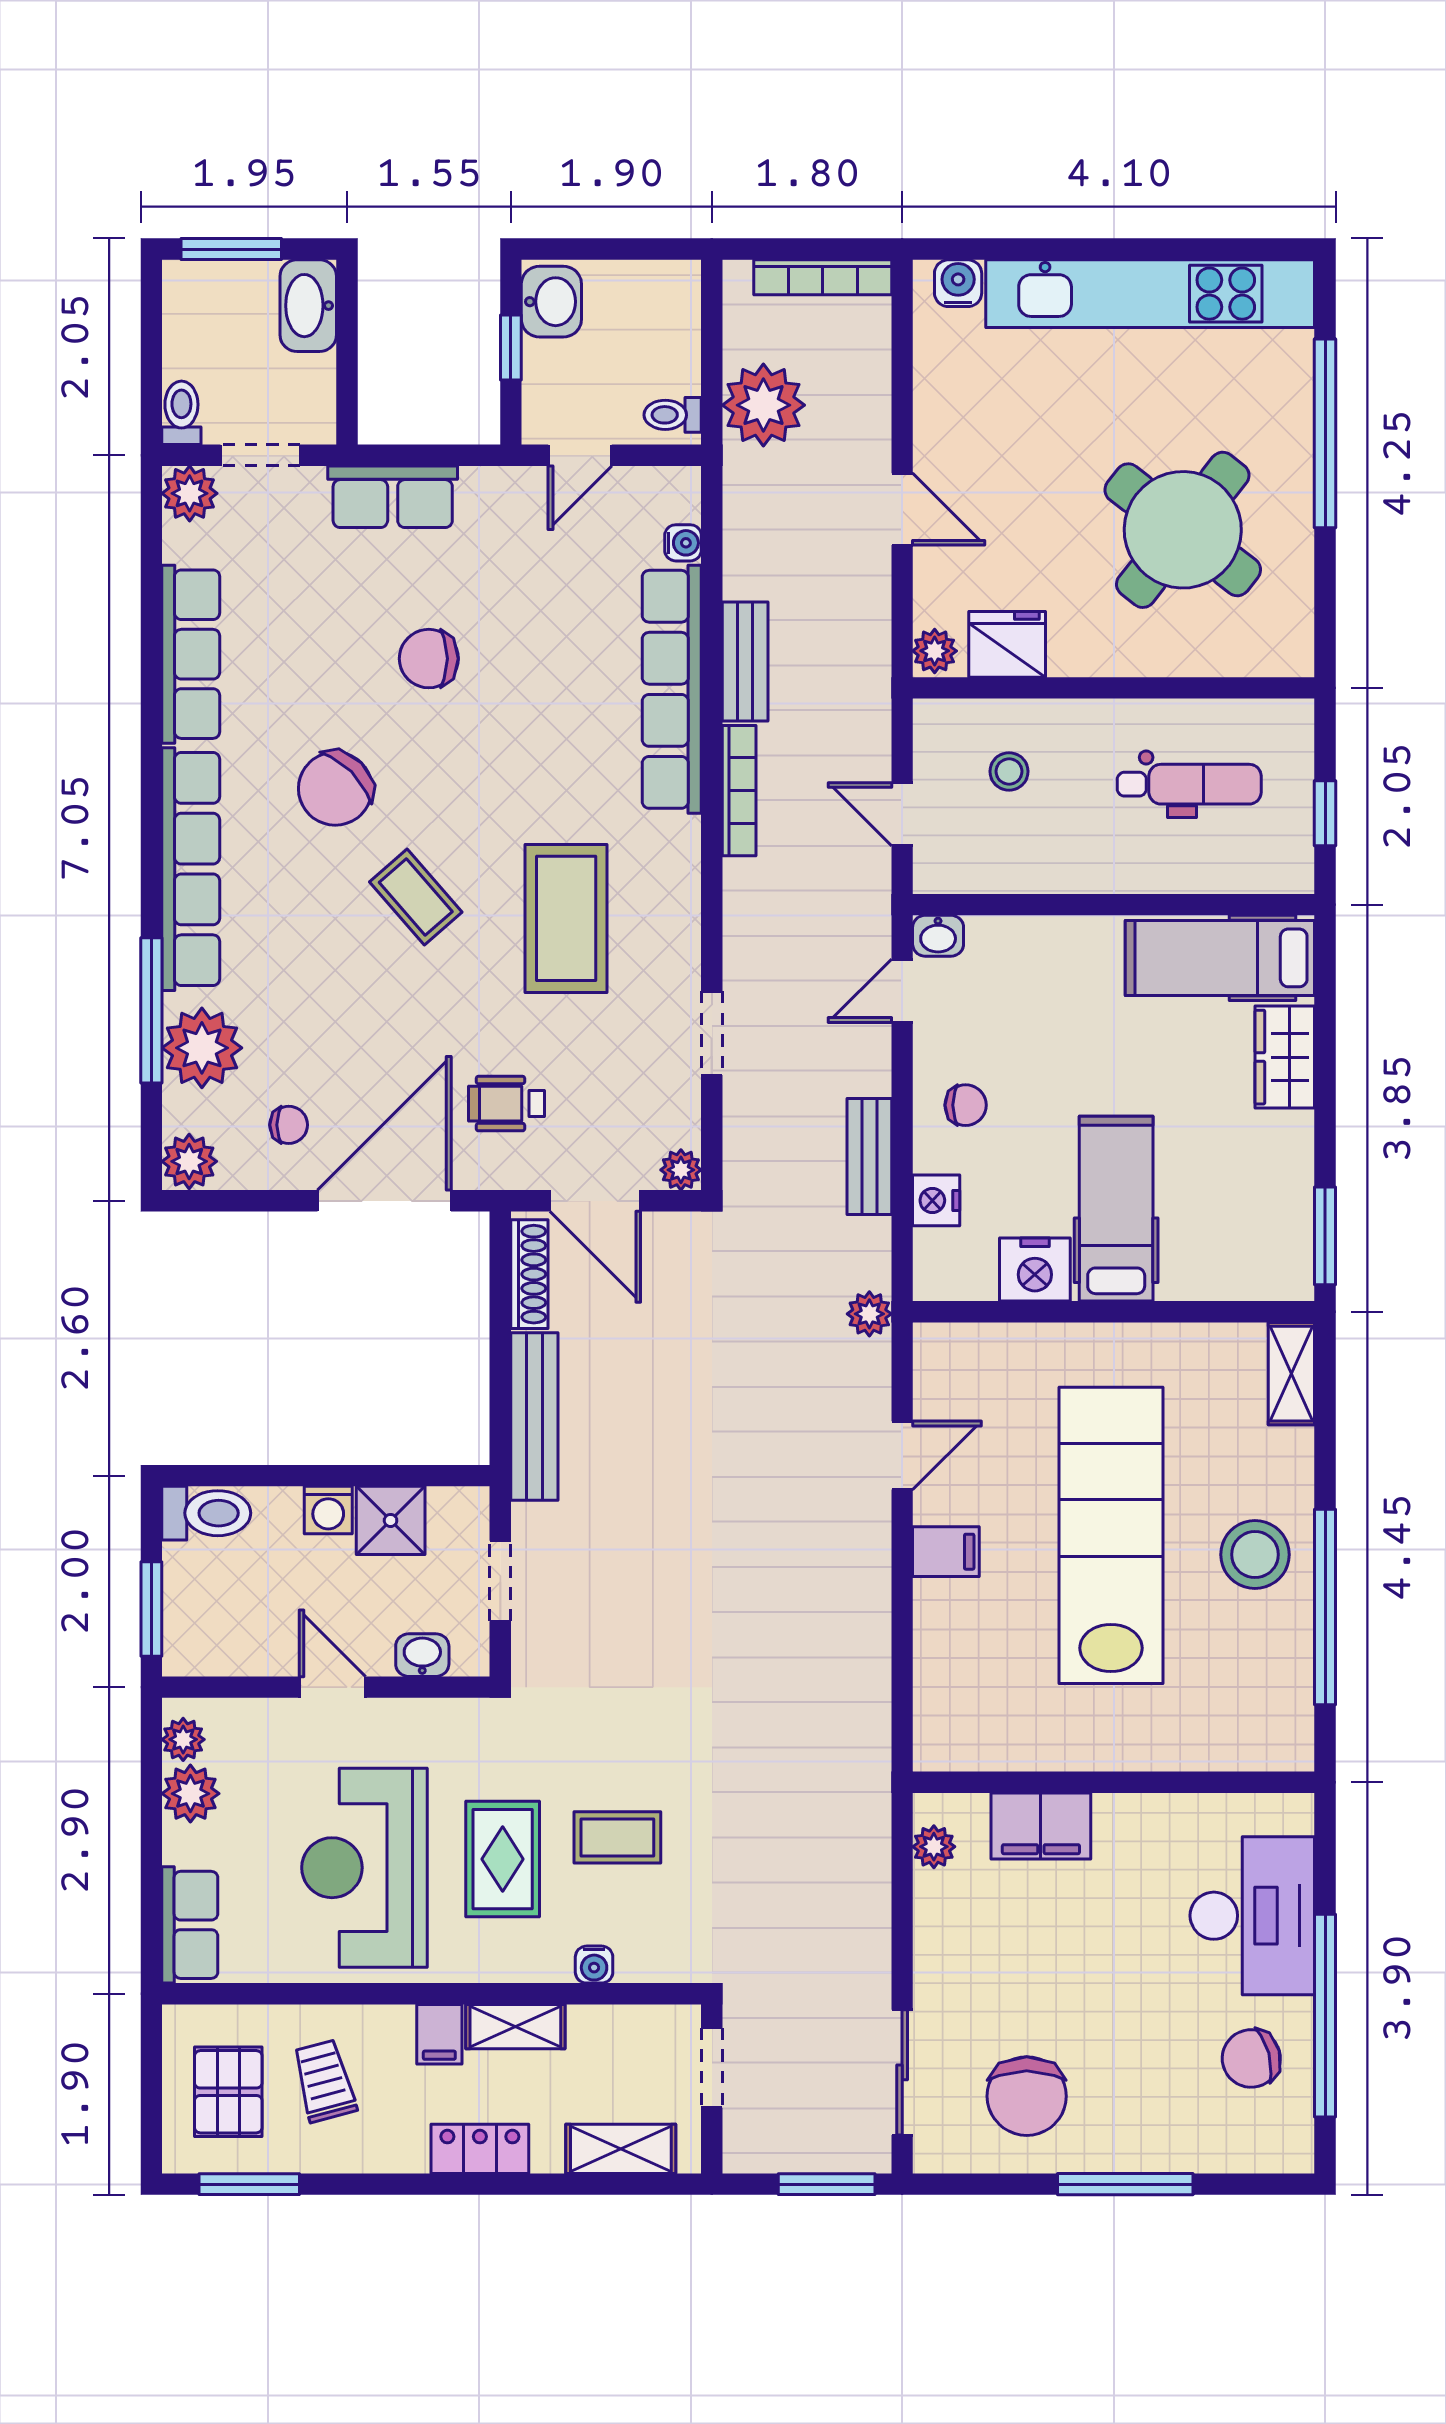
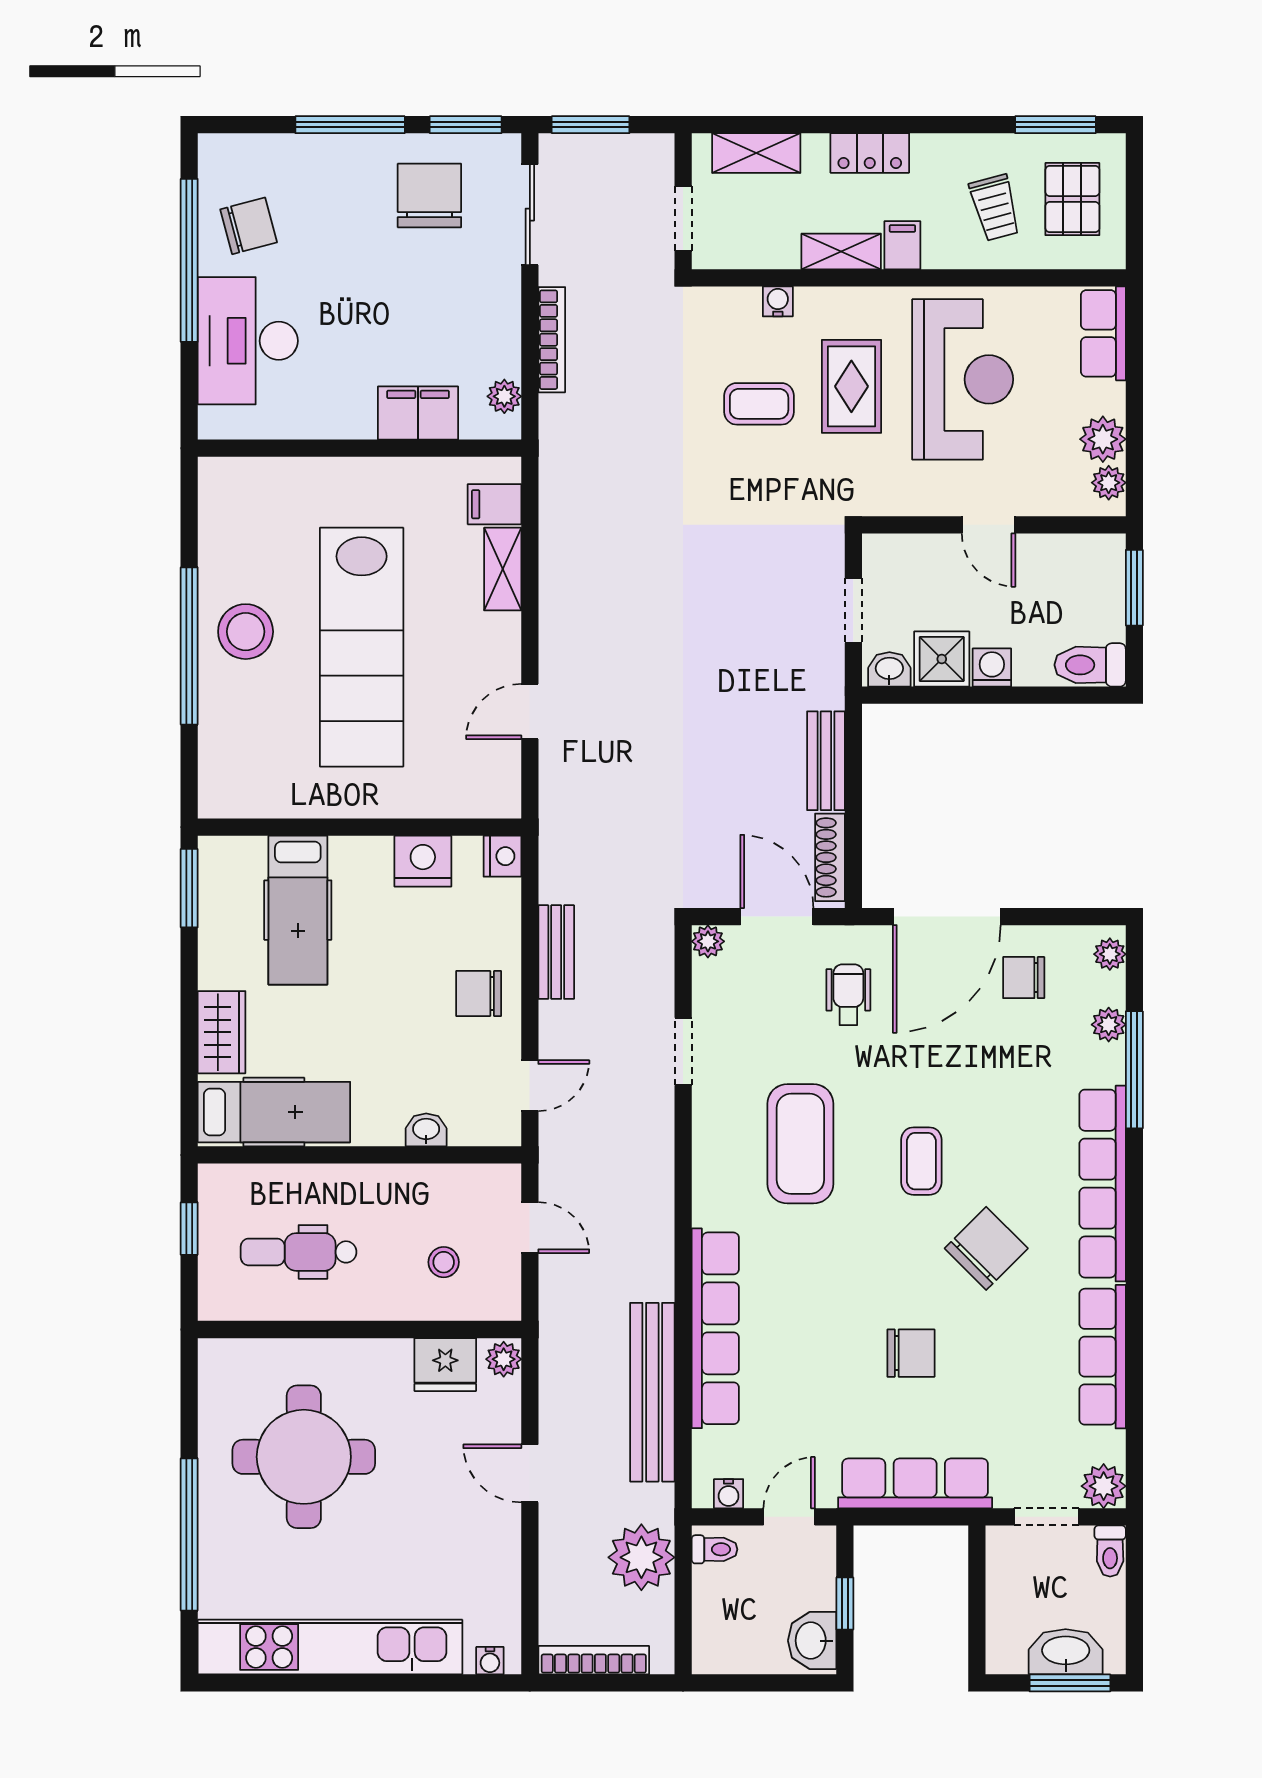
water cooler: (958, 283) -> (490, 1661), width x0.72, depth x0.72
washbasin: (308, 306) -> (1066, 1652), moved, turned -90
row of seats: (393, 497) -> (915, 1483), width x1.48
round table: (1183, 530) -> (304, 1457), turned -38
water cooler: (683, 543) -> (729, 1494), moved, turned -90
bench: (745, 661) -> (652, 1392), width x1.86, depth x1.21
bookcase: (739, 791) -> (552, 340), moved, turned 180
coffee table: (416, 897) -> (921, 1161), turned 41
washbasin: (938, 936) -> (426, 1130), moved
plant: (202, 1048) -> (1109, 1025), width x0.53, depth x0.53
wheelchair: (507, 1104) -> (848, 995), turned -90
chair: (966, 1105) -> (479, 993), width x1.37, depth x1.37
chair: (289, 1125) -> (1024, 978), width x1.37, depth x1.37
plant: (189, 1161) -> (1110, 954), width x0.73, depth x0.73
nightstand: (936, 1200) -> (502, 856), moved
hospital bed: (1116, 1209) -> (298, 910), moved
plant: (869, 1314) -> (556, 825), removed
shelving: (1291, 1374) -> (503, 569), moved
bench: (534, 1417) -> (826, 761), width x0.73
filing cabinet: (946, 1552) -> (494, 504), moved
window: (1325, 1607) -> (189, 646), moved
washbasin: (422, 1655) -> (889, 669), moved, turned 180
window: (982, 2184) -> (466, 125), added

